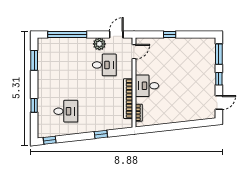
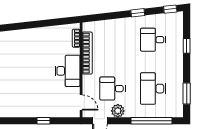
door: (134, 52) -> (81, 103), swing flipped
desk: (66, 65) -> (153, 89), added
desk: (147, 86) -> (67, 71), width x1.37
window: (101, 134) -> (138, 13), moved

